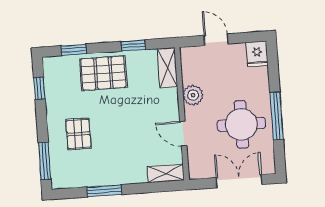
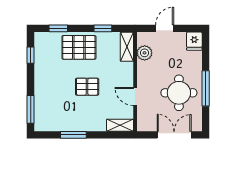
door: (216, 40) -> (165, 28), hinge flipped
plant: (193, 95) -> (145, 53), moved
pallet: (78, 134) -> (87, 87), moved, turned 90

